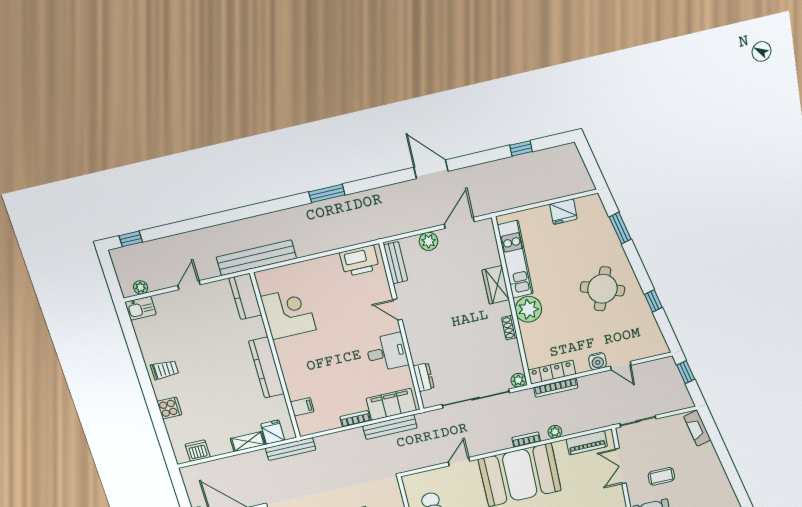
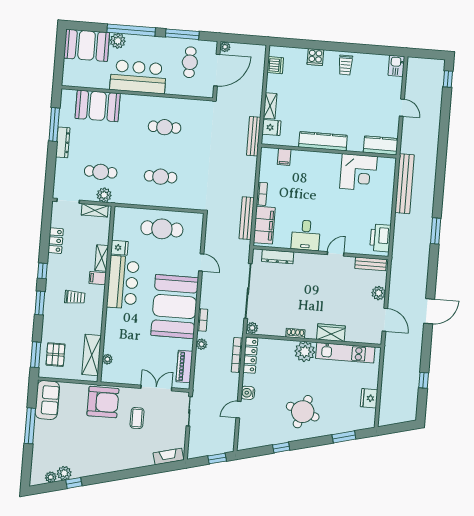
bench: (256, 258) -> (405, 184), moved
plant: (141, 287) -> (411, 72), removed
dresser: (424, 377) -> (278, 257), width x1.44

